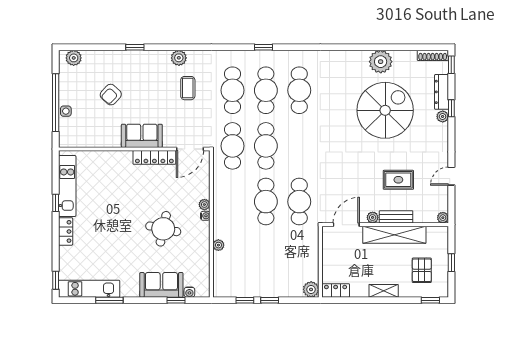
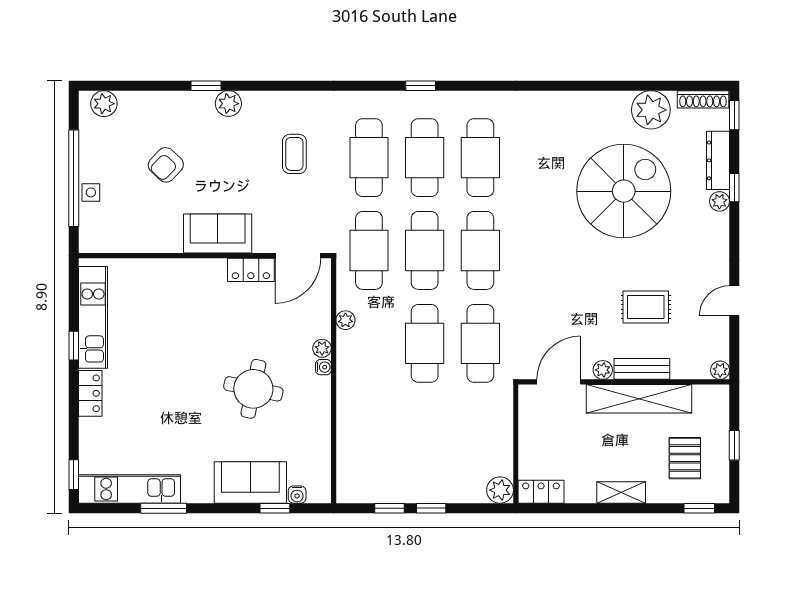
plant: (179, 58) -> (228, 104), moved
plant: (381, 62) -> (651, 110), moved
cafe table: (299, 146) -> (480, 250), added
locker: (154, 157) -> (251, 270), width x0.66
plant: (218, 245) -> (345, 320), moved

